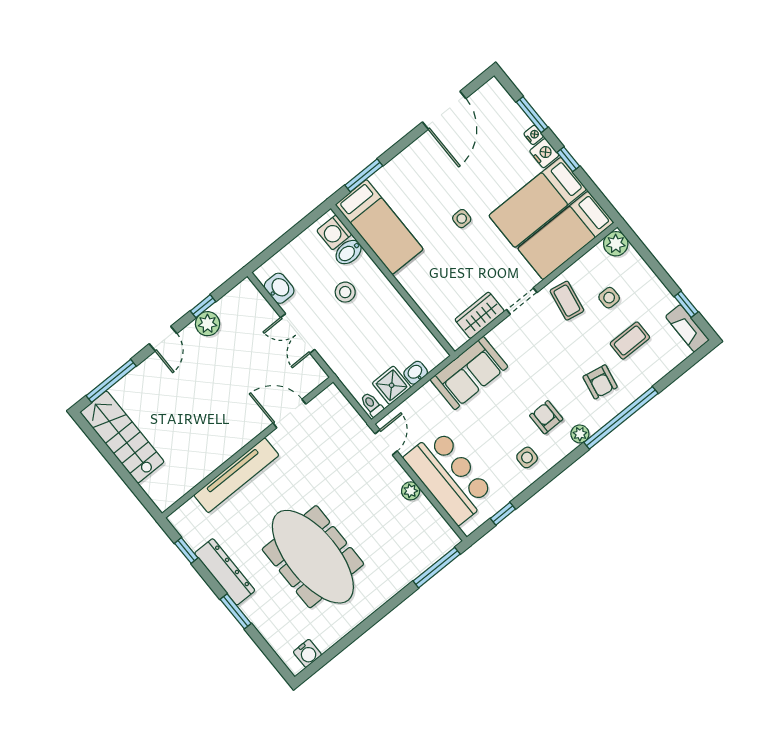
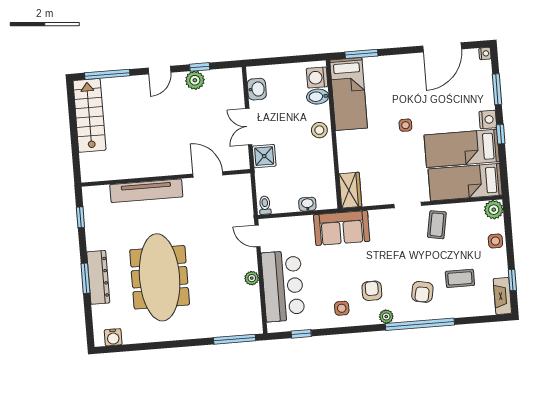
nightstand: (534, 135) -> (485, 53), moved
stool: (345, 292) -> (319, 130), moved
side table: (609, 298) -> (495, 241), moved
wardrobe: (480, 315) -> (350, 190), moved, turned 90
shower: (392, 385) -> (264, 156), moved
door: (386, 442) -> (257, 236), swing flipped
dresser: (225, 572) -> (98, 277), moved

